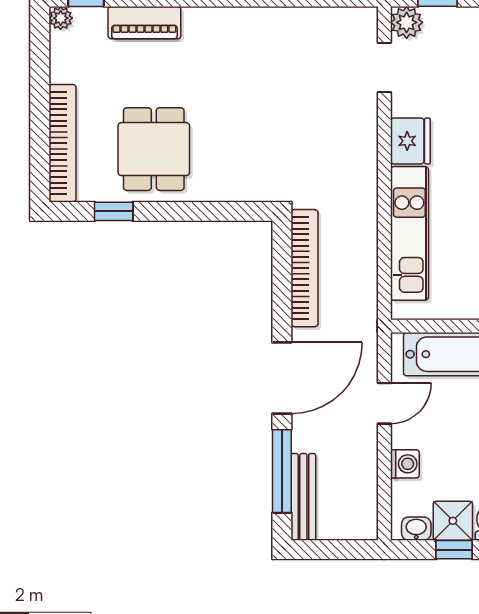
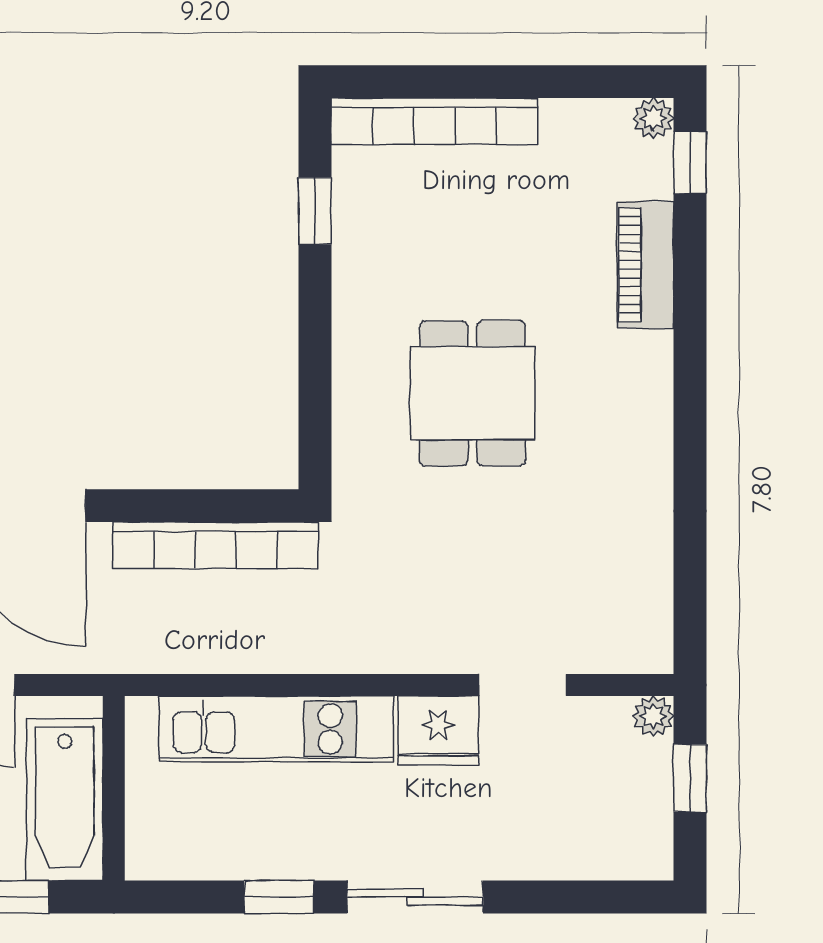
plant: (407, 22) -> (653, 716), width x0.73, depth x0.73
doorway: (384, 68) -> (522, 685), moved
dining table: (154, 149) -> (472, 393), moved, turned 90

